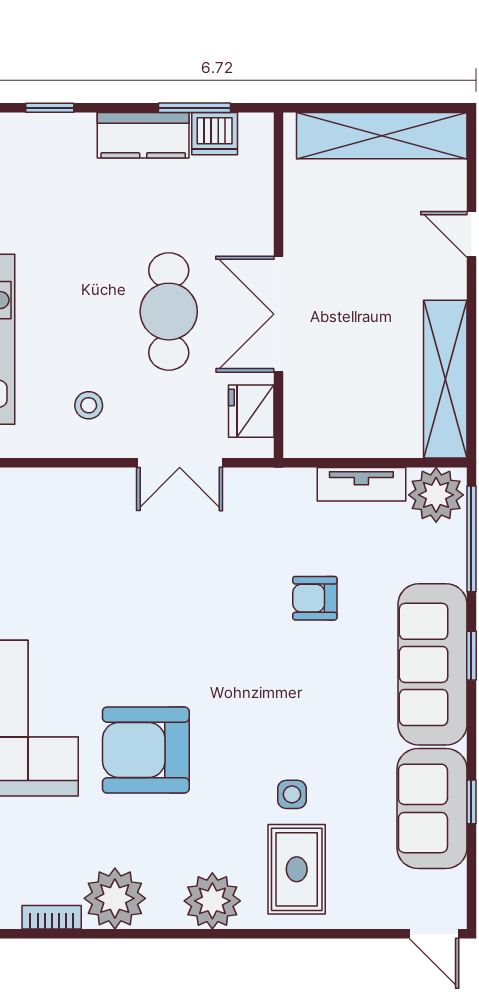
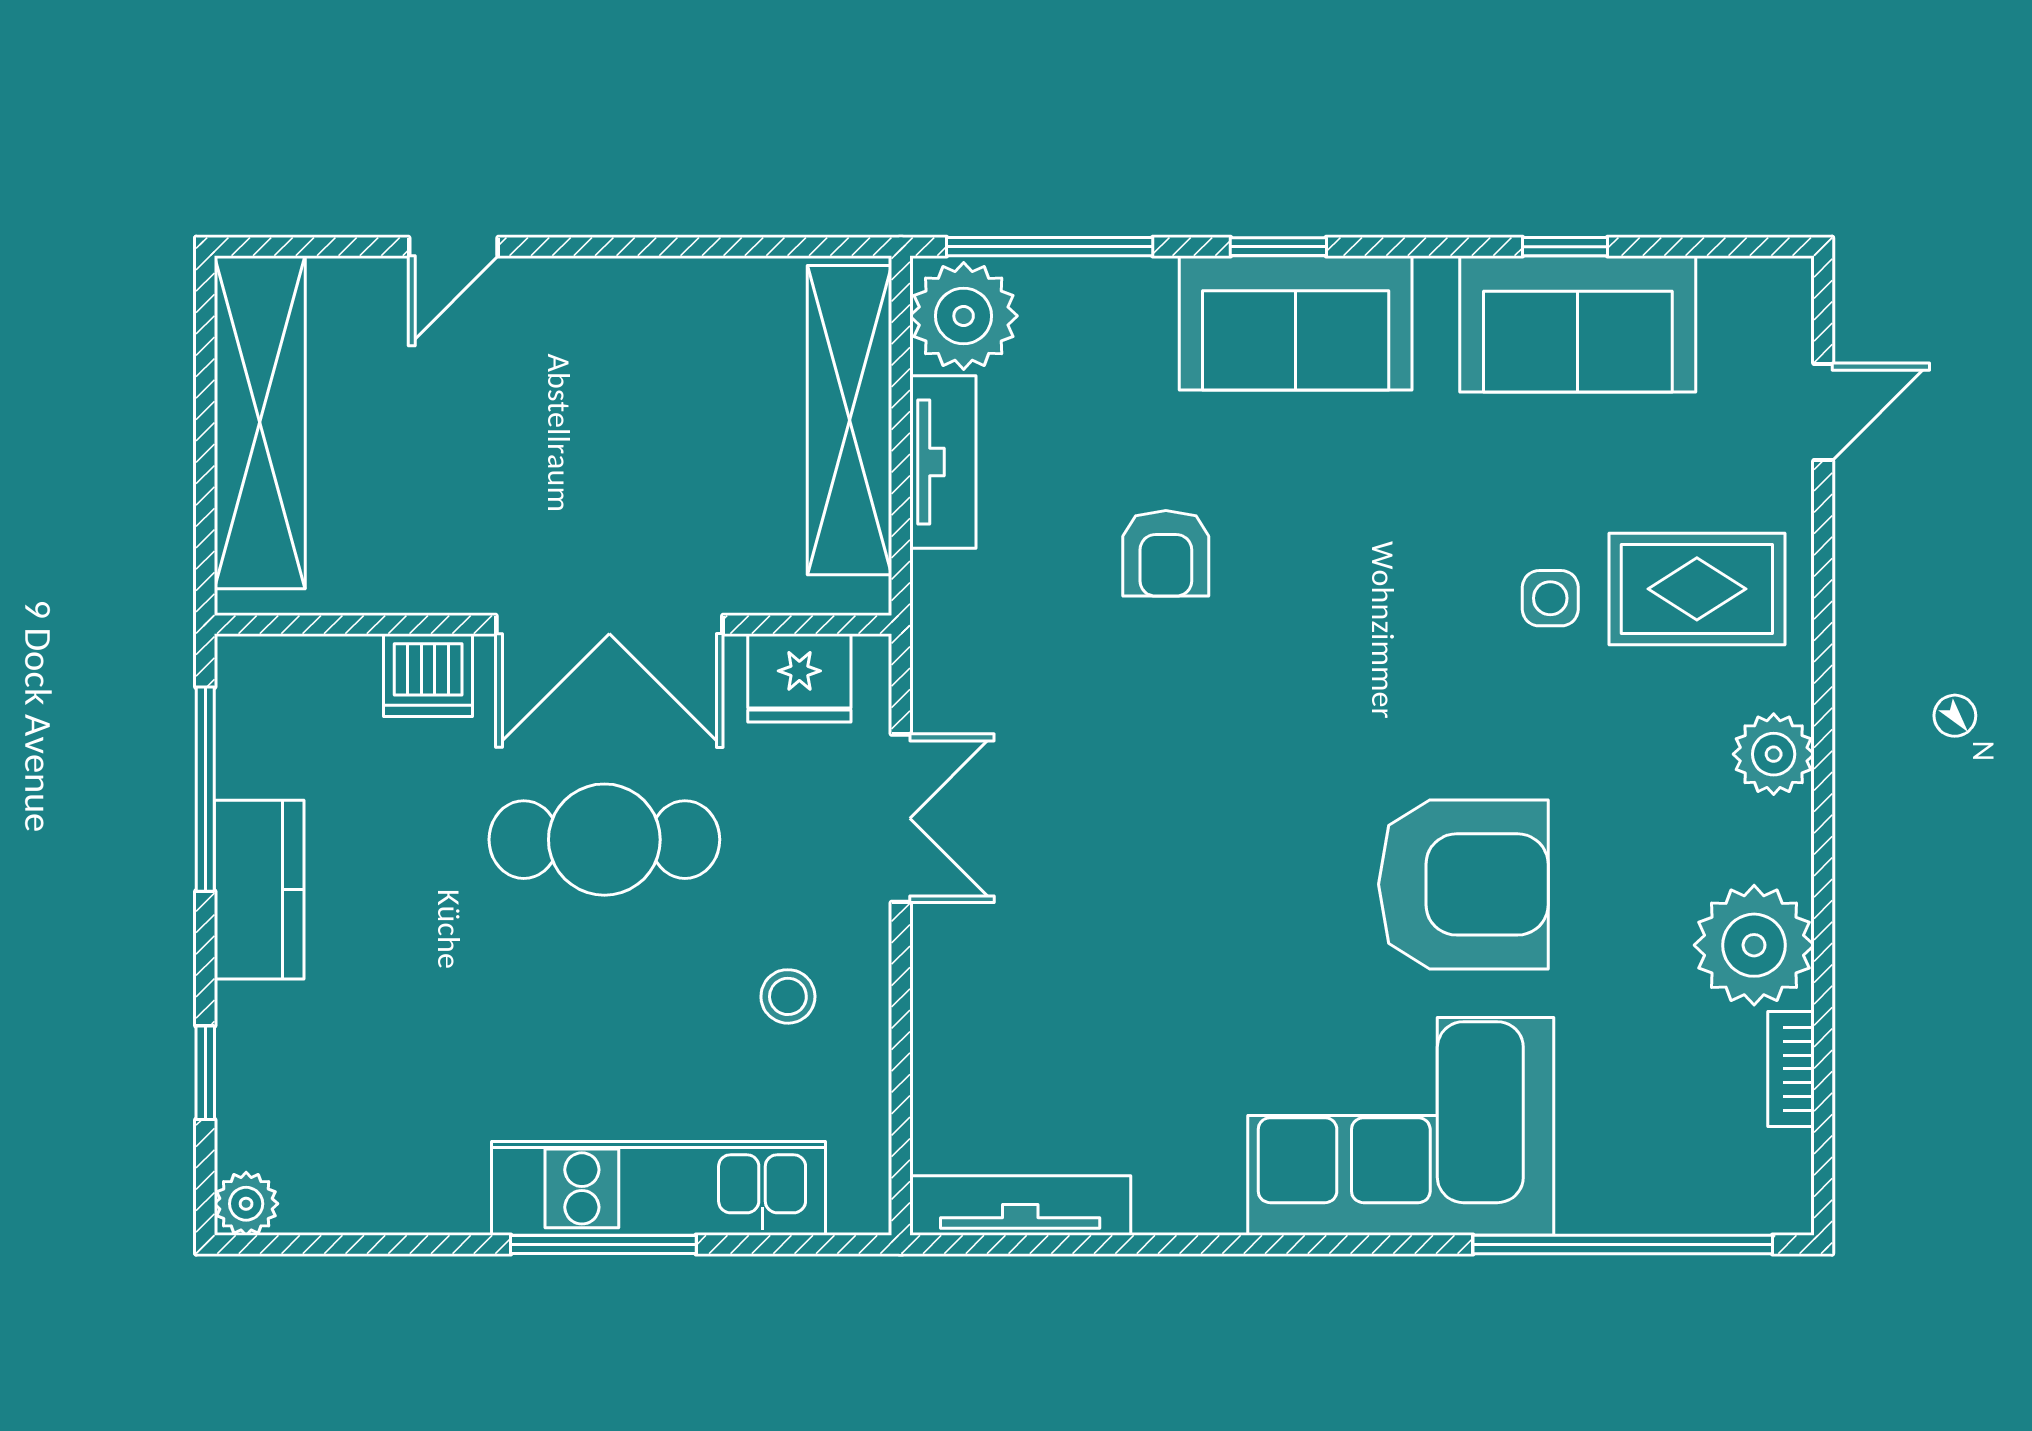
window: (194, 108) -> (205, 789), width x1.44
dishwasher: (215, 134) -> (428, 675), moved, turned 90
shelving: (445, 379) -> (849, 420), moved, turned 90
sofa: (432, 664) -> (1296, 323), width x0.73
armchair: (146, 750) -> (1463, 884), turned -90
plant: (212, 901) -> (1774, 754), width x0.73, depth x0.73
door: (434, 934) -> (1823, 412), moved

